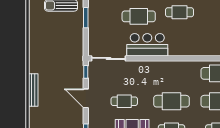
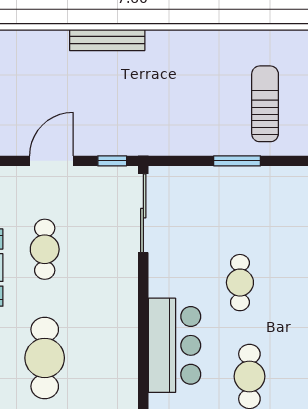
cafe table: (139, 16) -> (240, 283), width x0.73, depth x0.74
bar counter: (147, 45) -> (174, 345), moved
bench: (33, 90) -> (107, 40), moved

